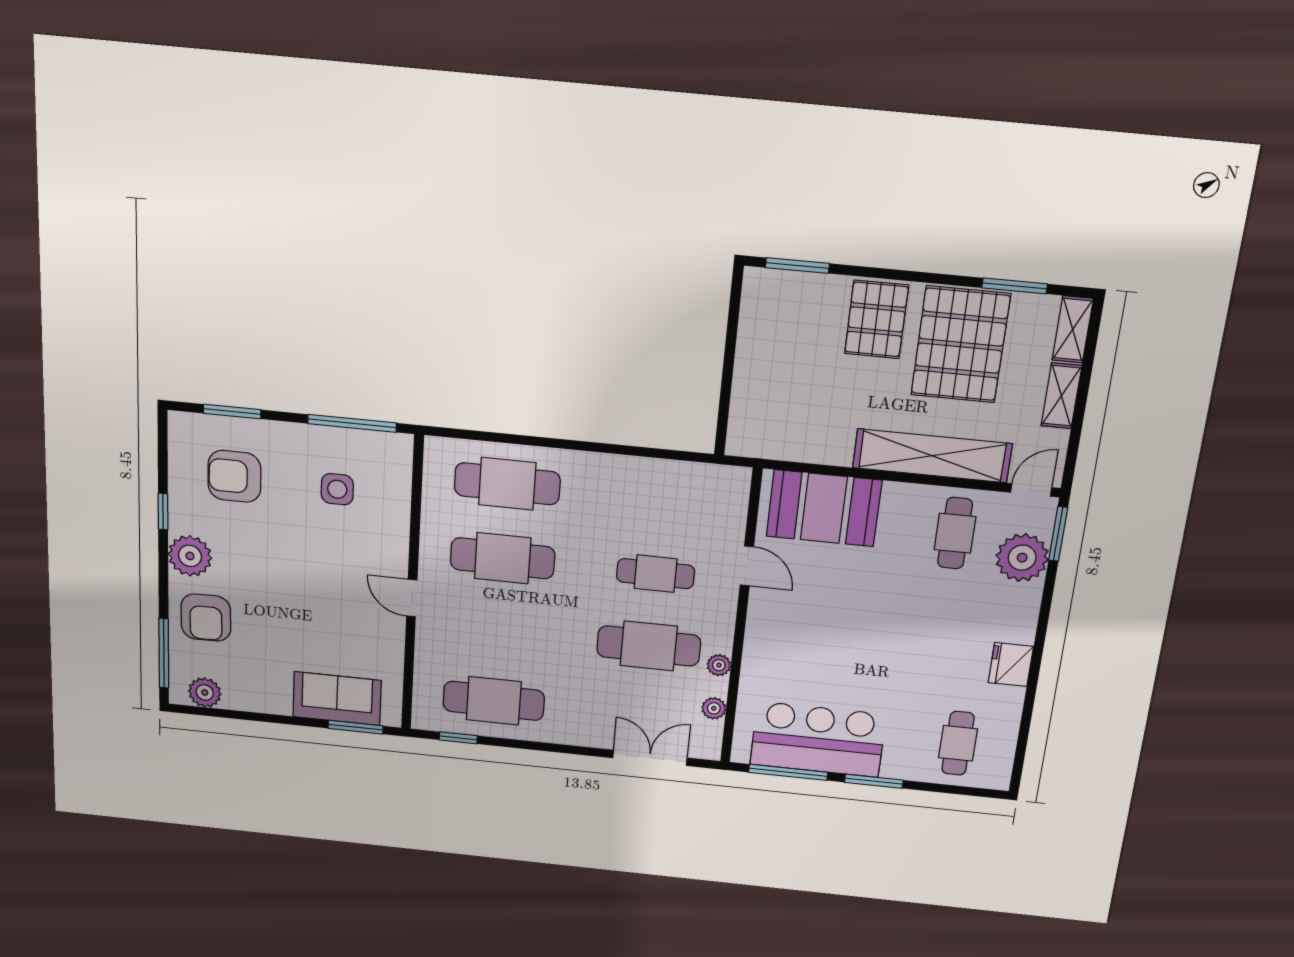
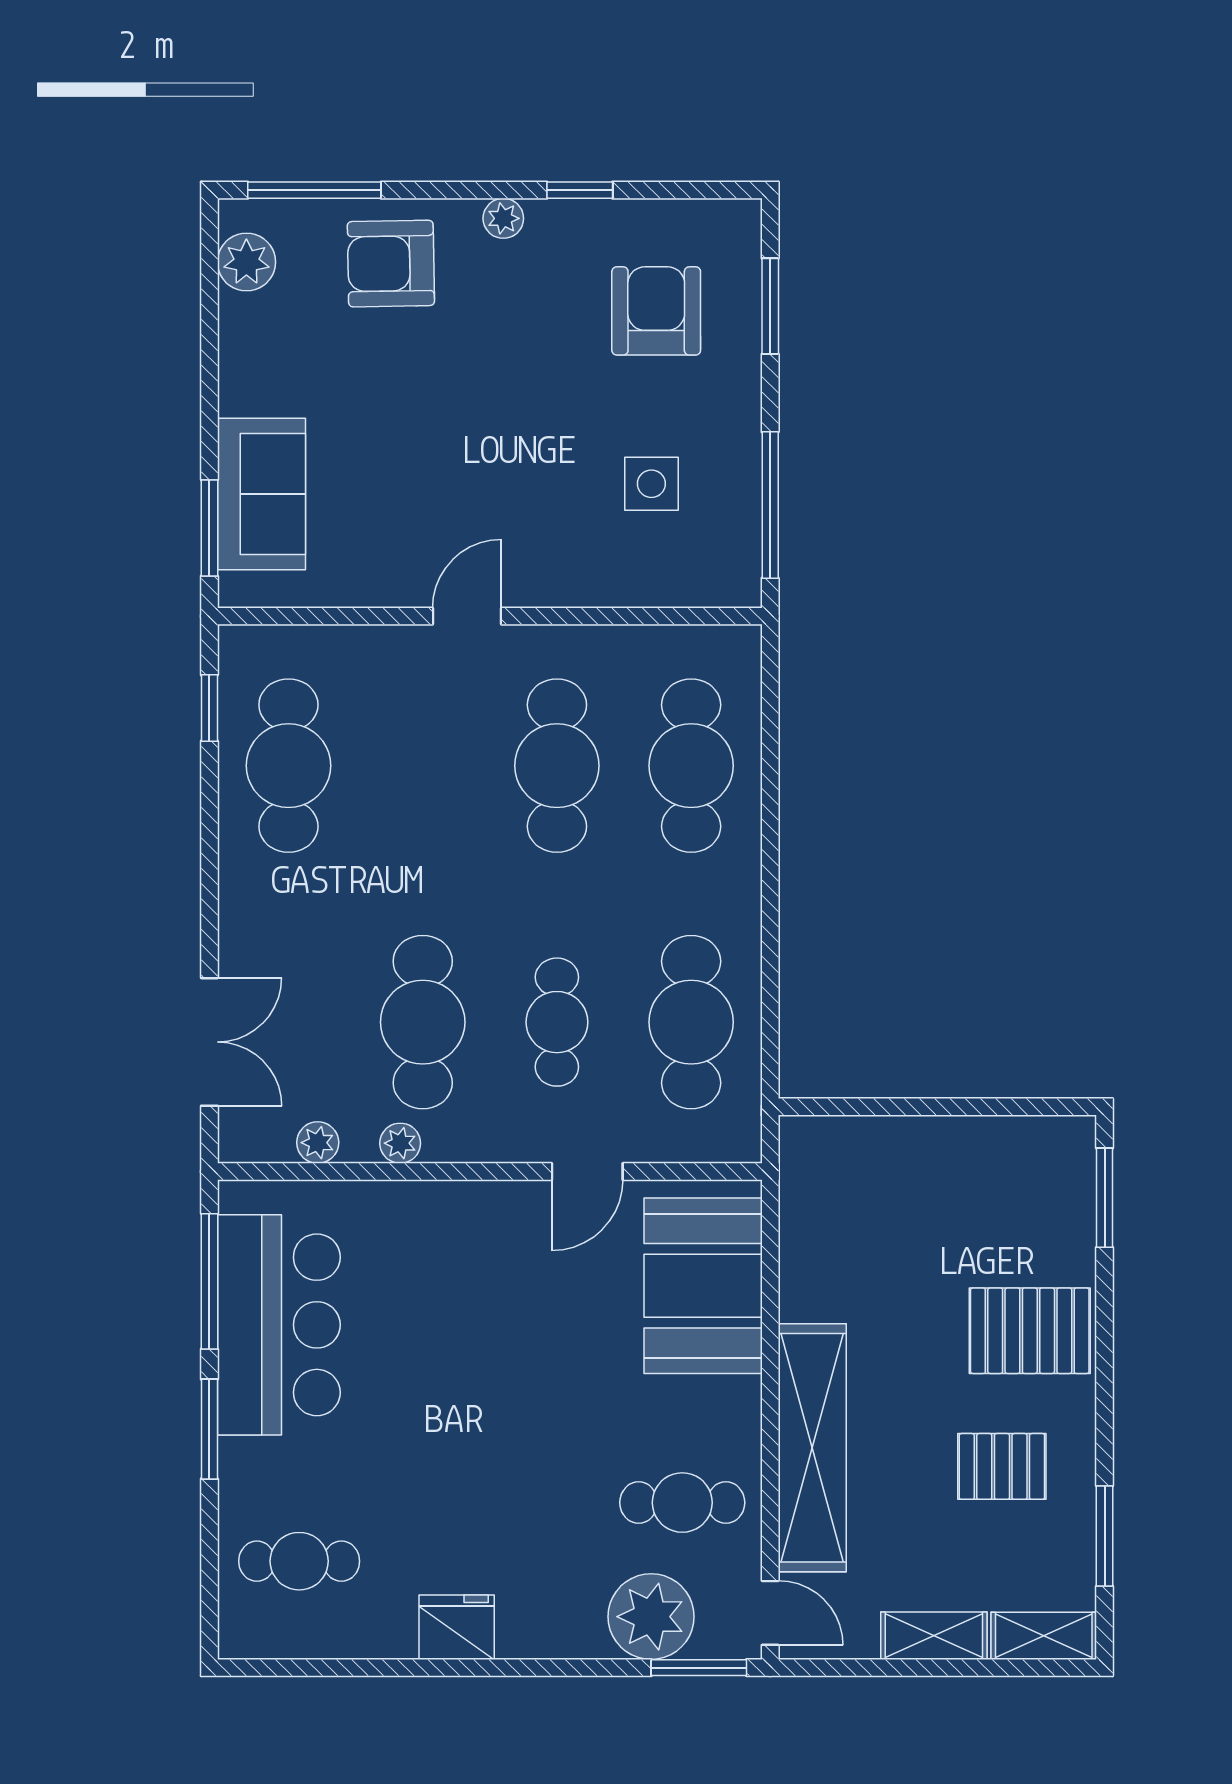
pallet: (961, 345) -> (1002, 1466), width x0.49, depth x0.50
cafe table: (662, 499) -> (691, 1022), added
plant: (190, 556) -> (503, 218), width x0.53, depth x0.53

